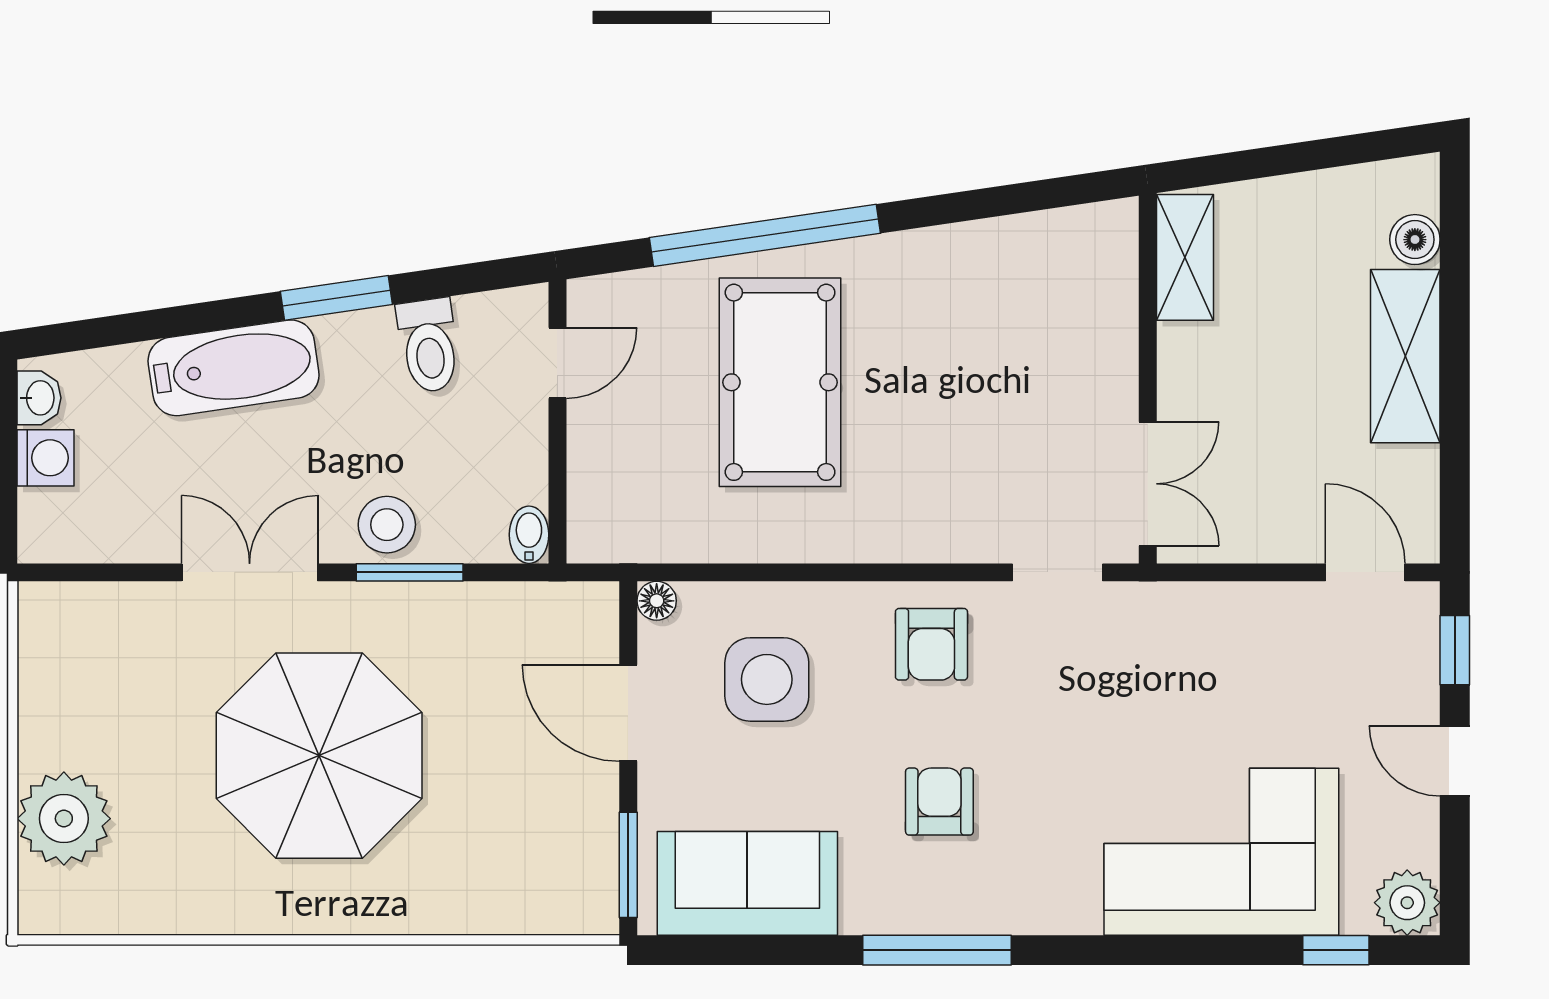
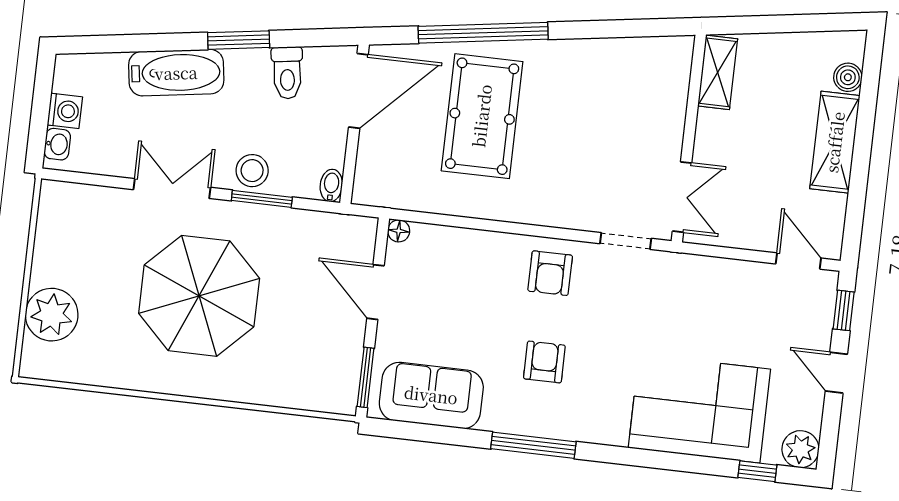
door: (557, 363) -> (358, 91), width x1.87
washbasin: (39, 398) -> (57, 144), moved
side table: (767, 679) -> (455, 282), removed

